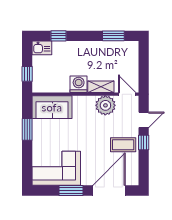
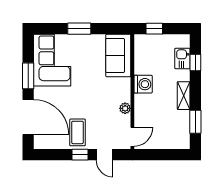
kitchen sink: (42, 48) -> (182, 59), moved
shelving: (101, 87) -> (184, 96), moved
plant: (105, 105) -> (125, 108), width x0.53, depth x0.53
window: (27, 129) -> (79, 29), moved

